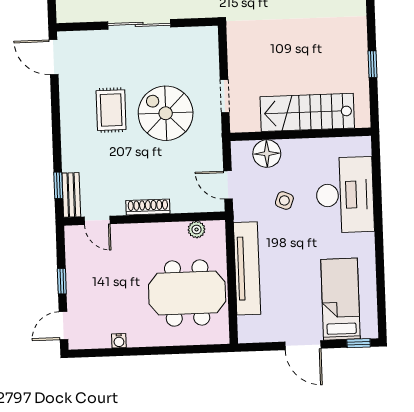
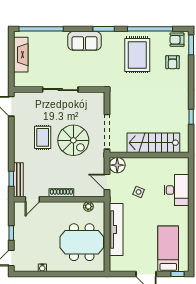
doorway: (225, 96) -> (107, 132), width x1.88
spiral stairs: (166, 113) -> (73, 140), turned 180
floor lamp: (267, 154) -> (117, 165), moved
bench: (71, 195) -> (18, 180), width x1.36
desk: (345, 195) -> (177, 190), width x0.73, depth x0.77
door: (97, 220) -> (32, 199), hinge flipped

